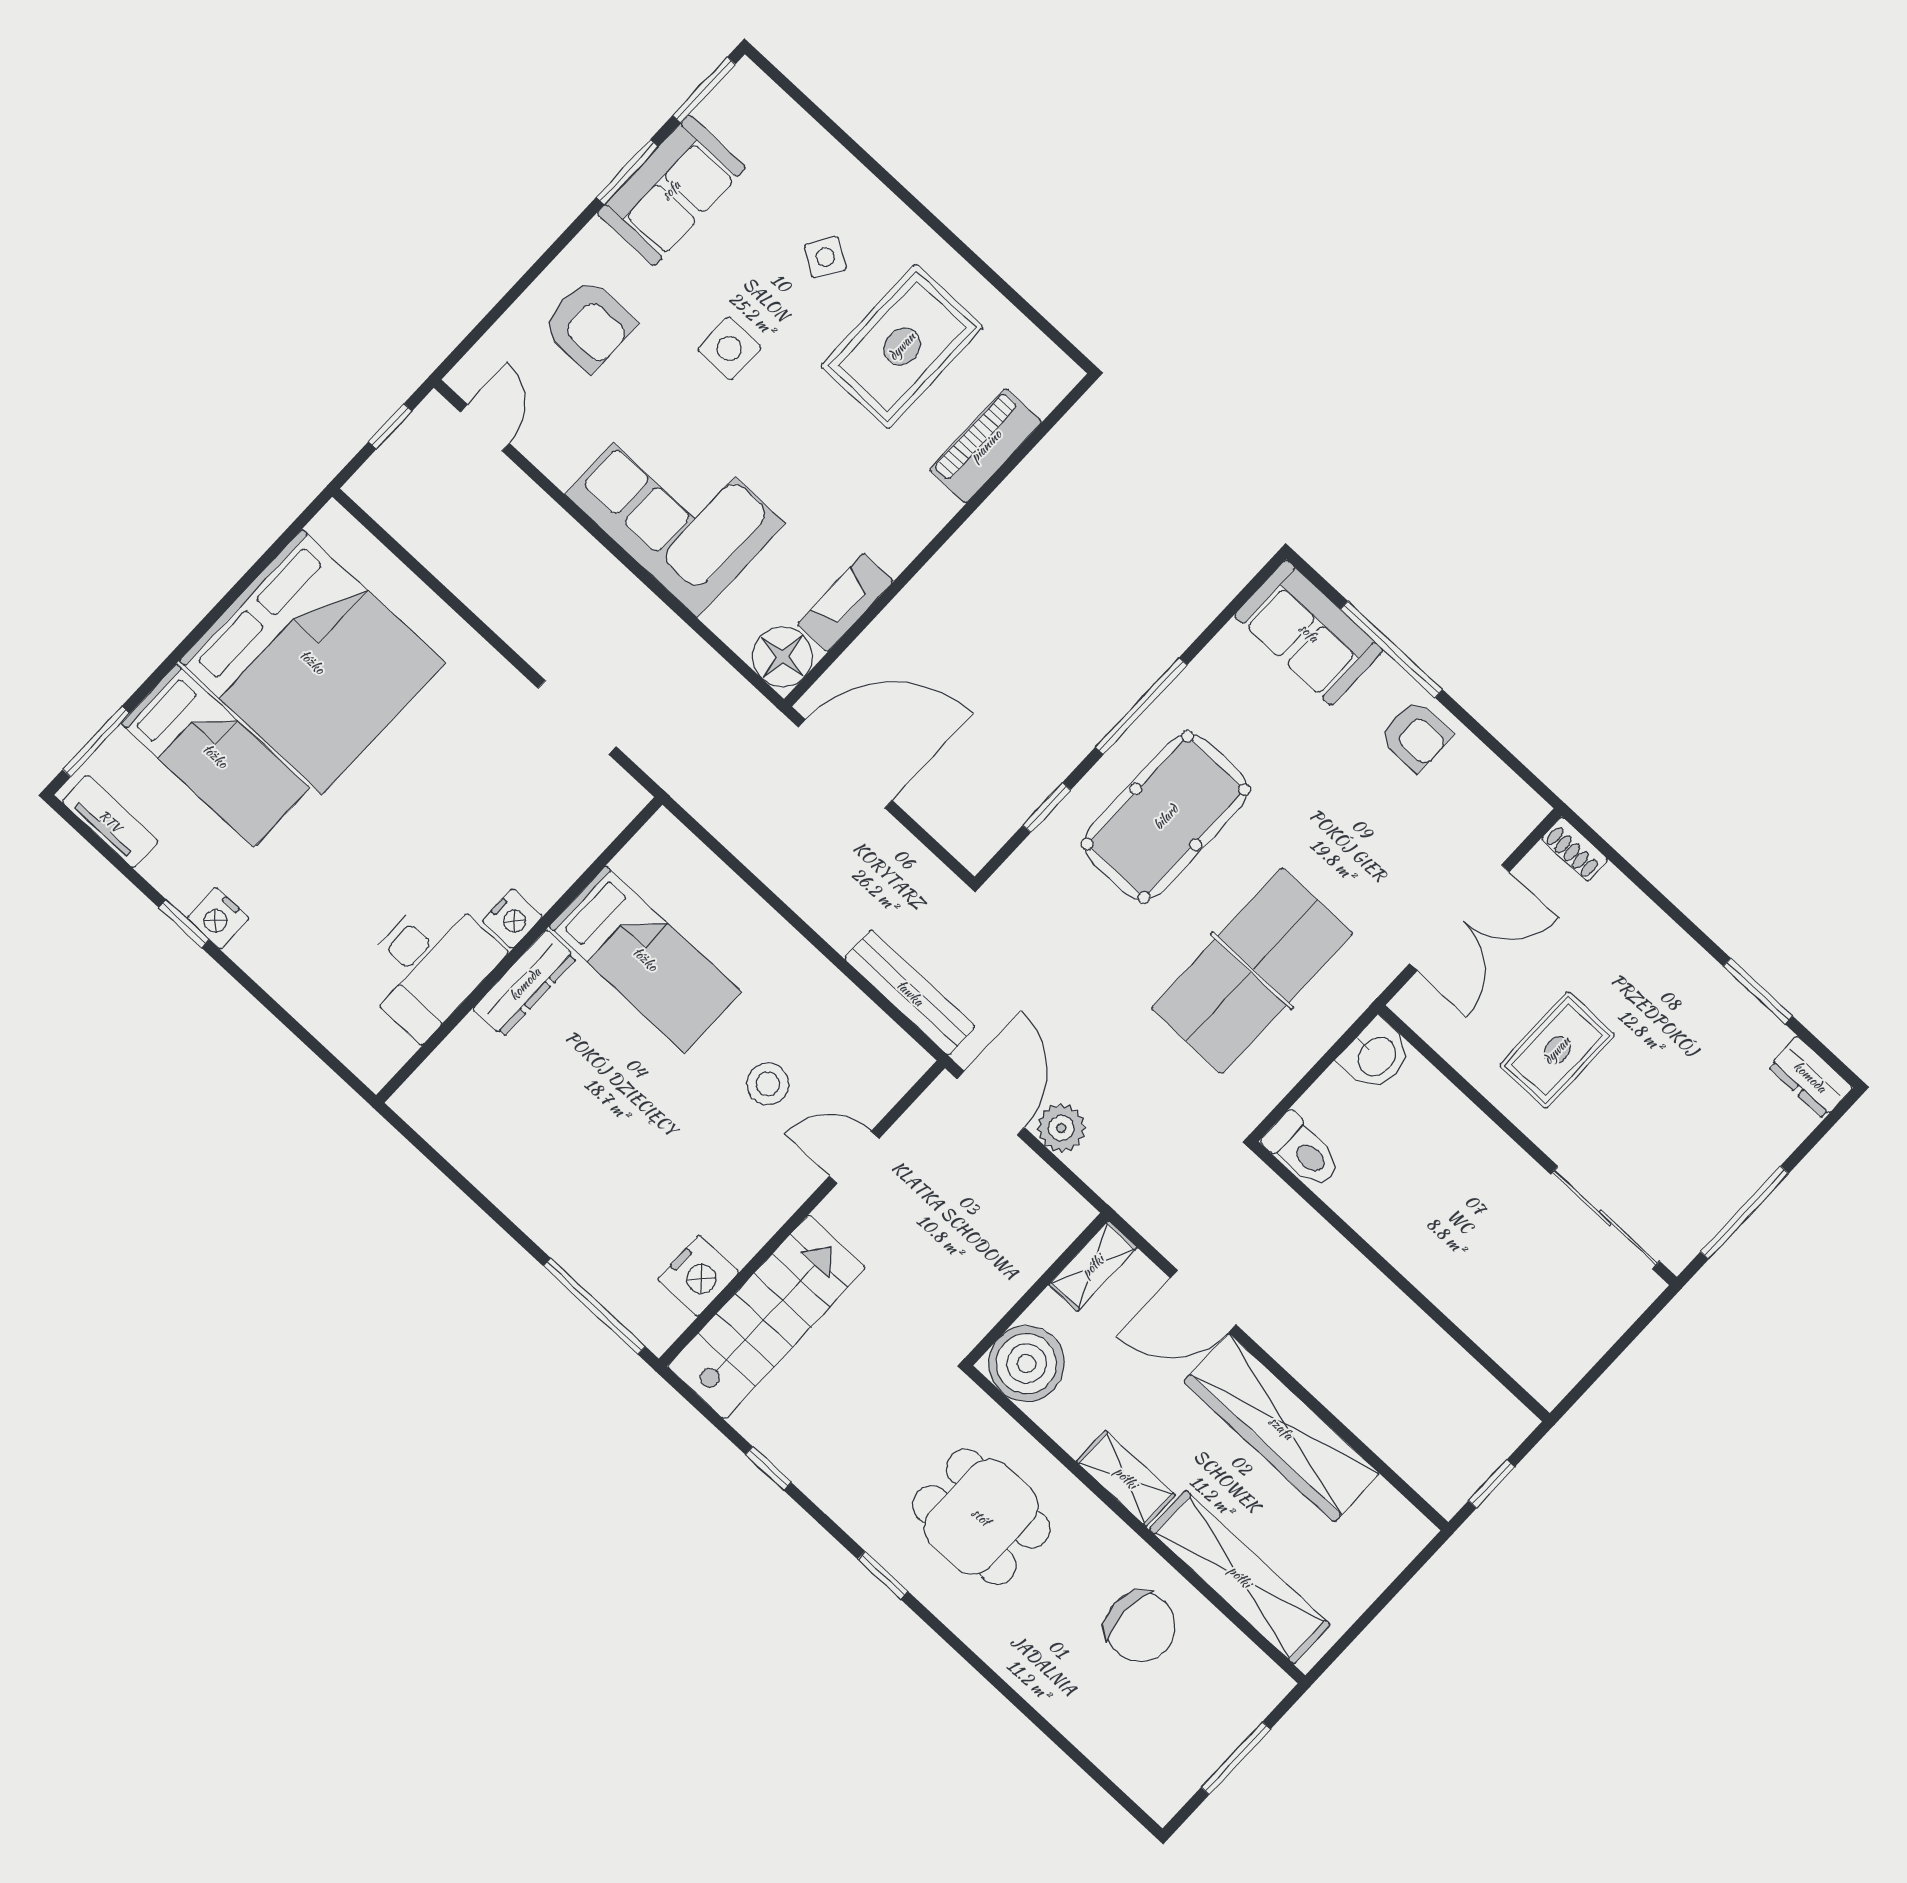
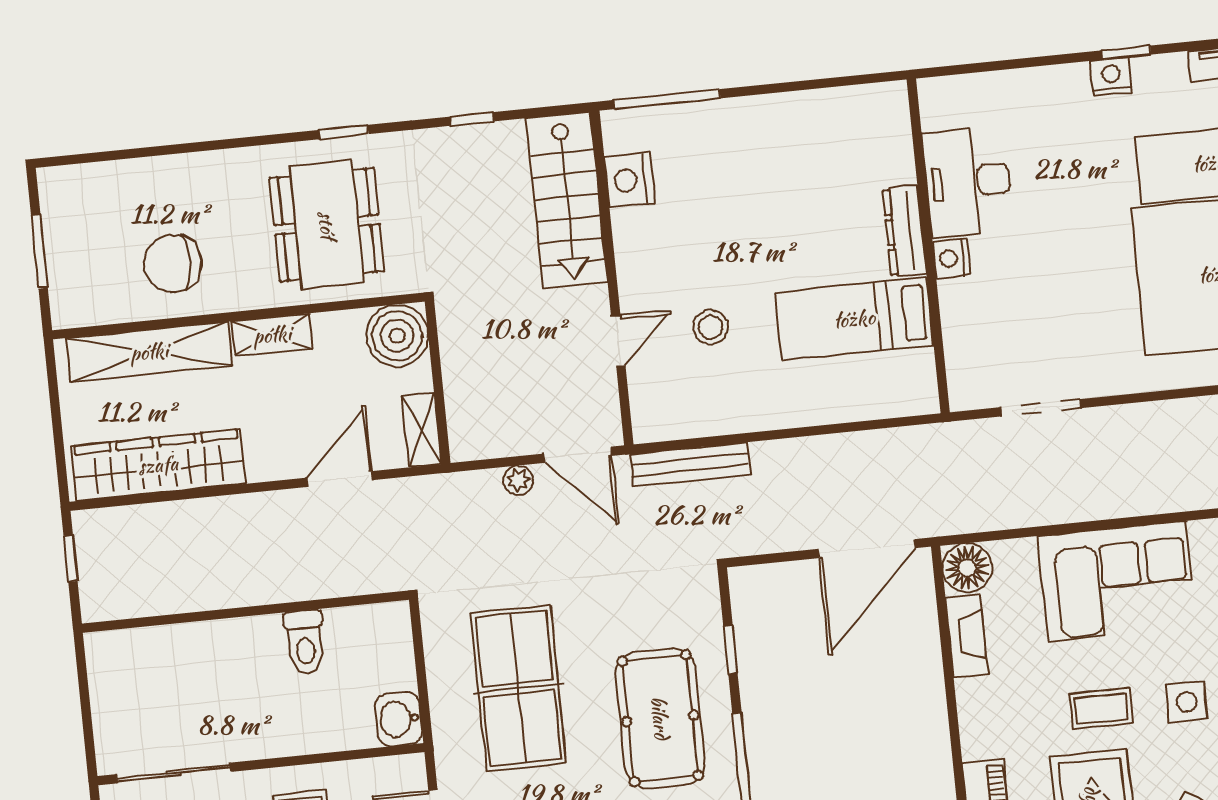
coffee table: (804, 421) -> (1101, 709), added
plant: (1061, 1128) -> (518, 480), width x0.73, depth x0.73
toilet: (1303, 1151) -> (305, 642), moved, turned -90
wardrobe: (1281, 1428) -> (158, 465), moved
dining table: (981, 1517) -> (327, 225), width x1.38

